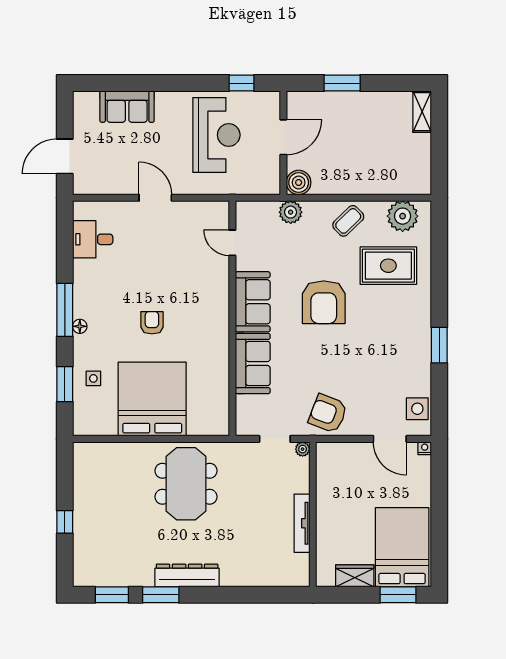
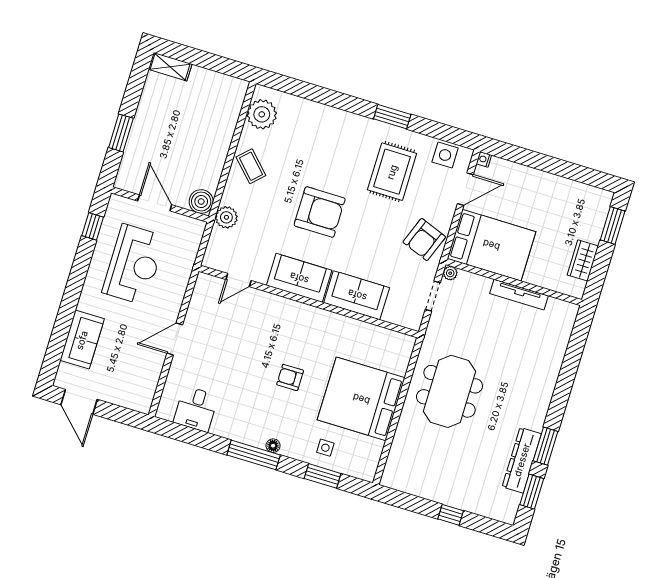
reception desk: (216, 135) -> (134, 264), turned 90
door: (65, 156) -> (79, 402), moved
rug: (388, 266) -> (392, 172), moved
meeting table: (186, 484) -> (449, 391), turned 90
bed: (402, 547) -> (491, 245), moved, turned 180
dresser: (187, 575) -> (522, 460), moved

